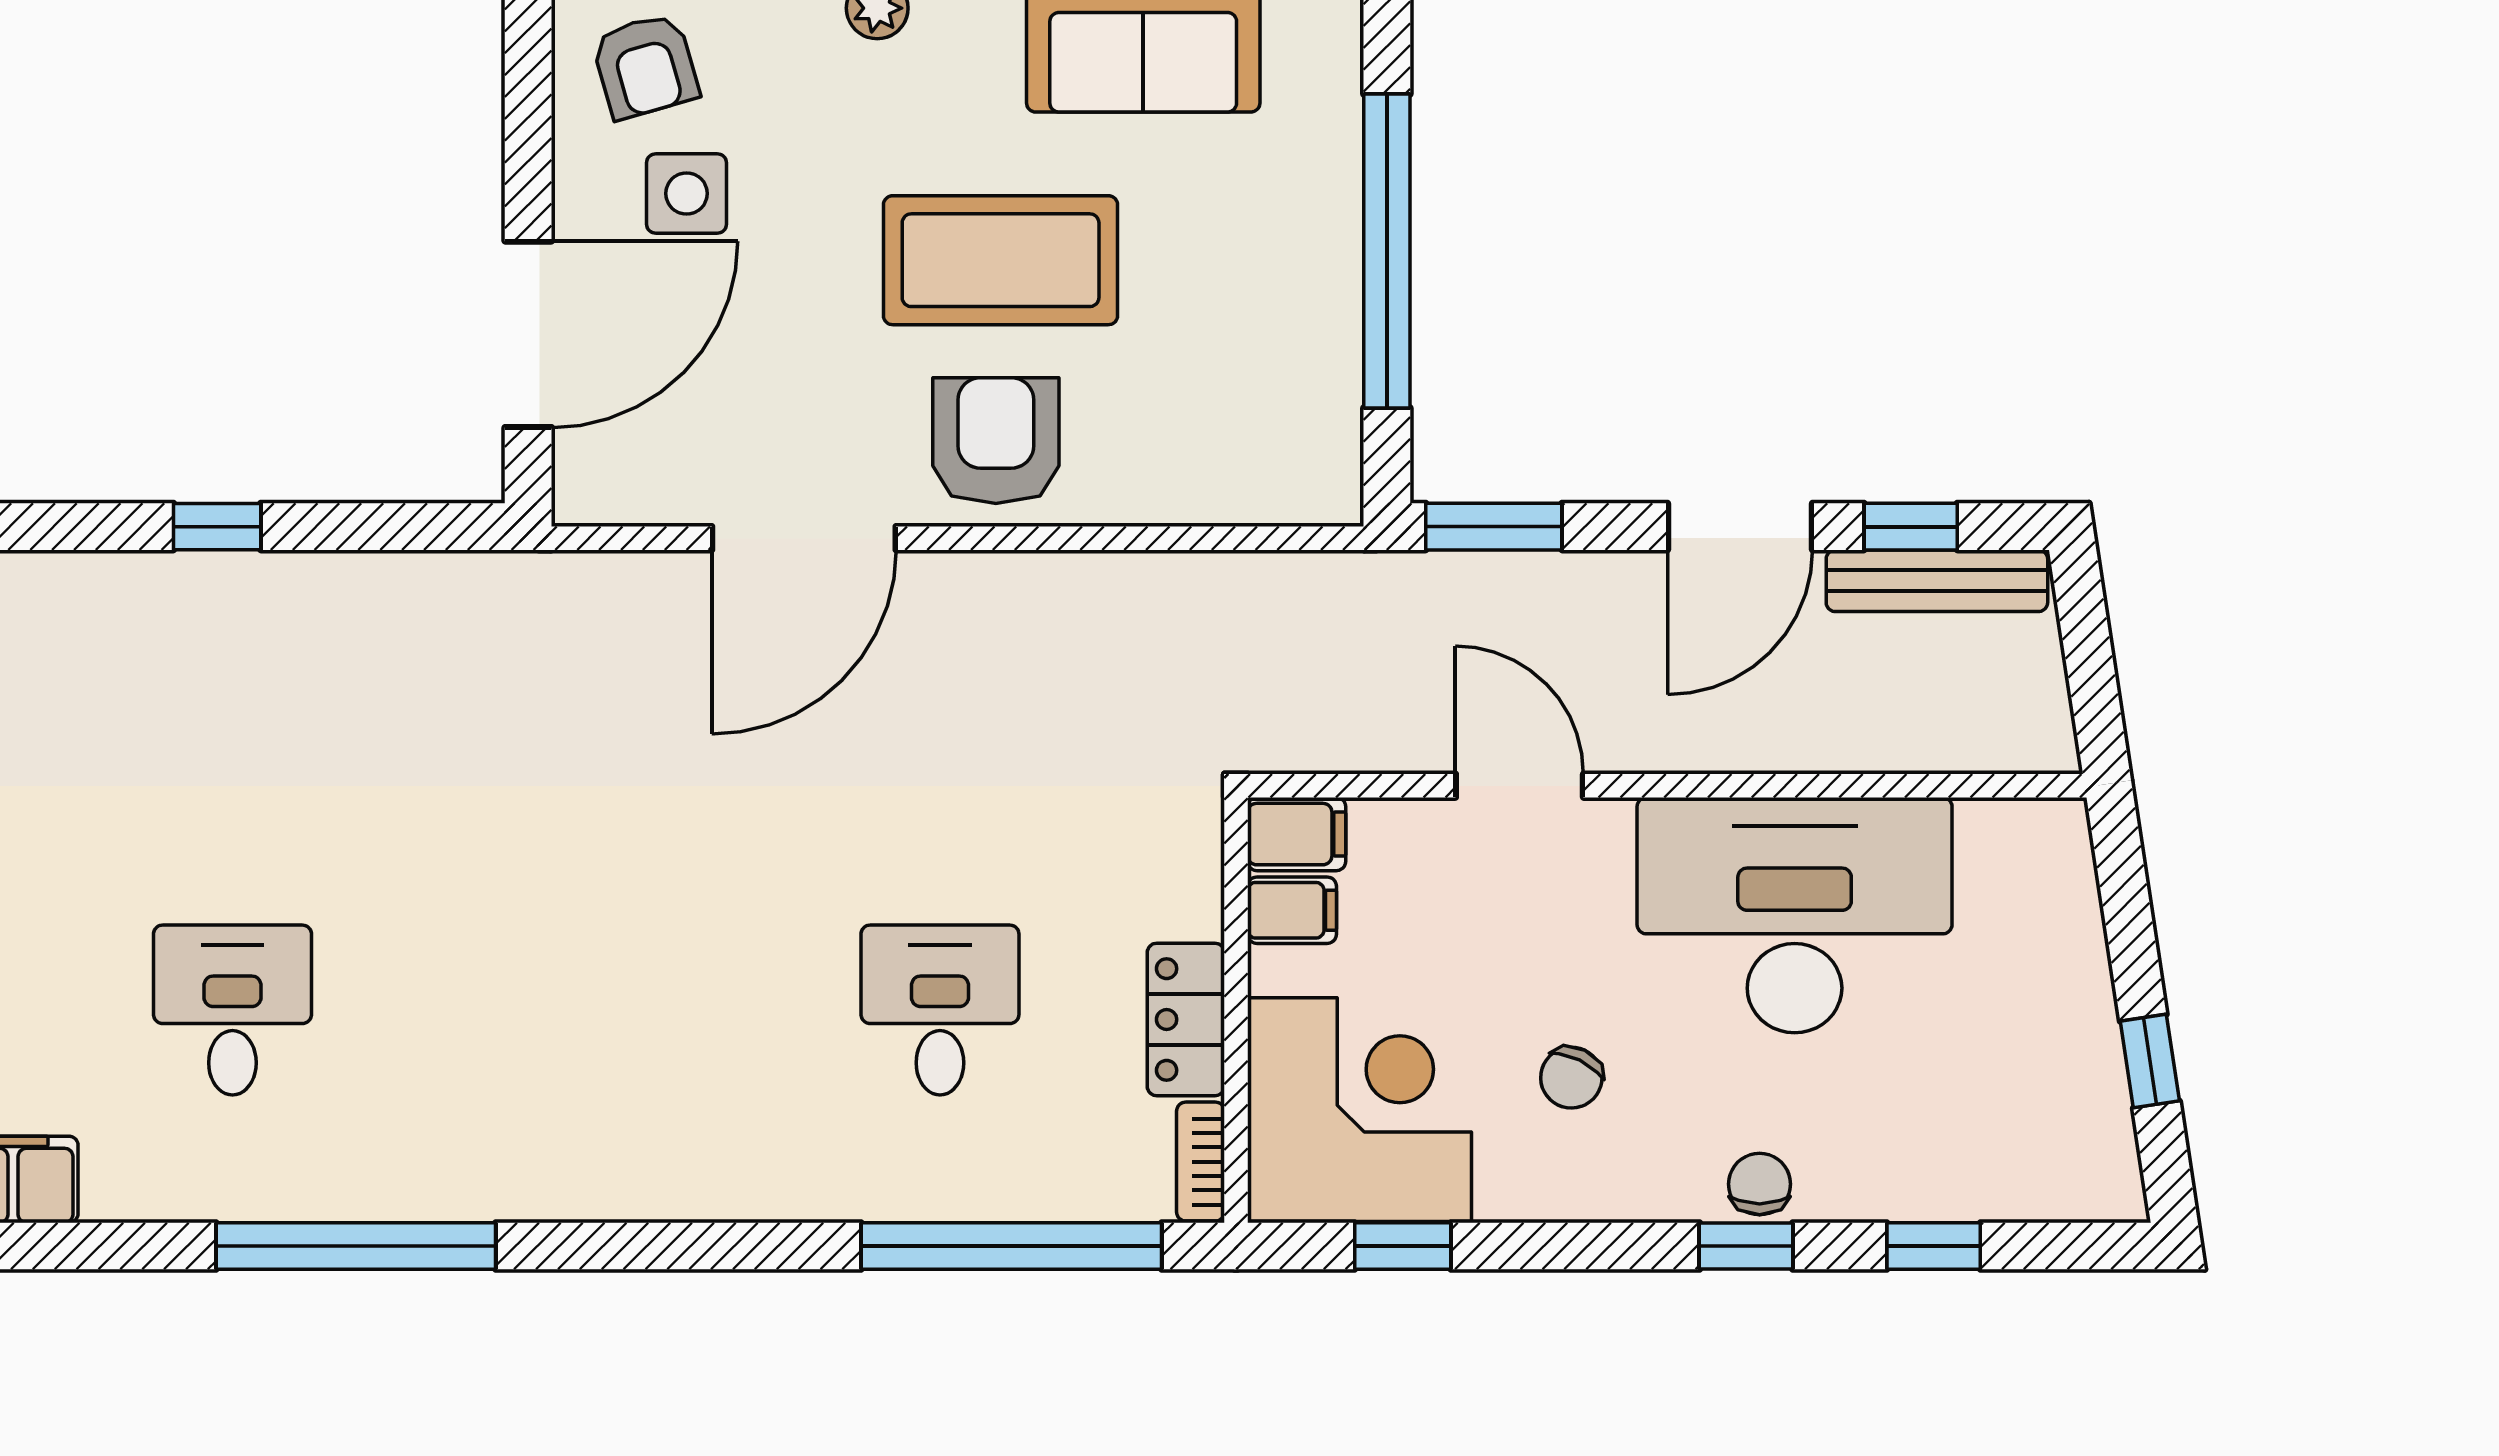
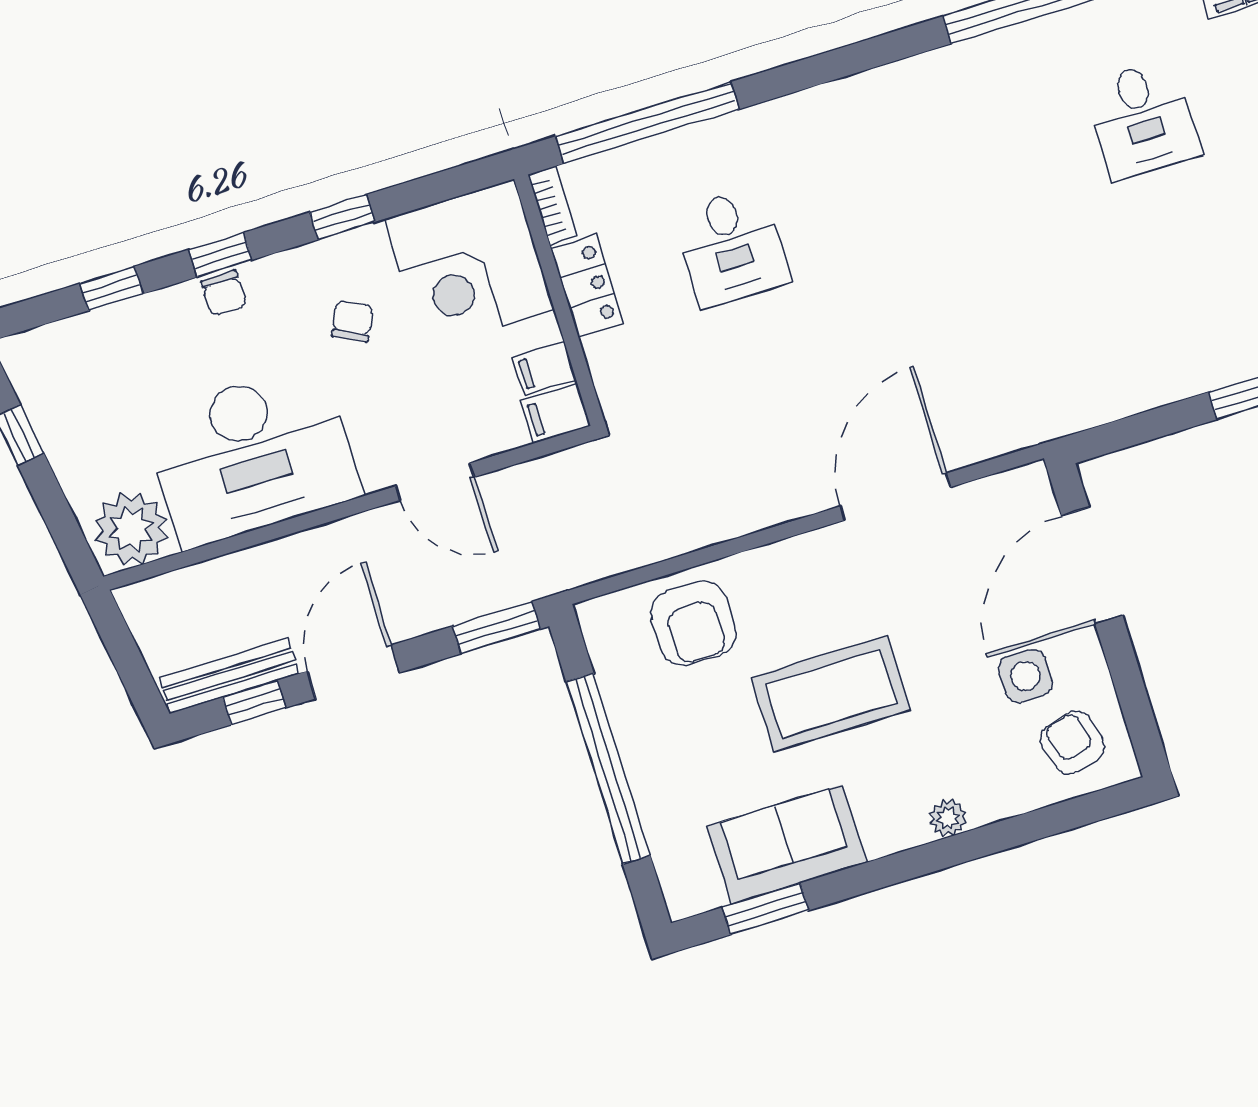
armchair: (996, 441) -> (693, 623), moved
plant: (2019, 859) -> (131, 529), added
window: (1403, 1246) -> (342, 217), moved

